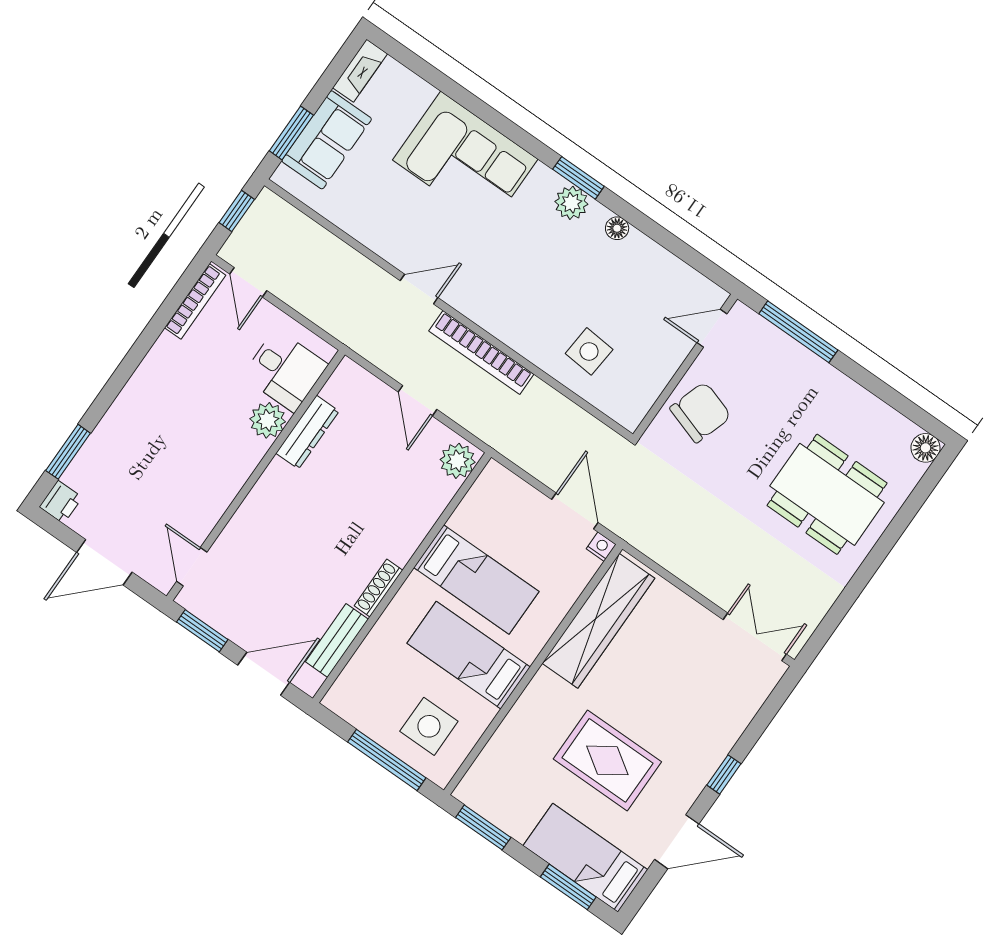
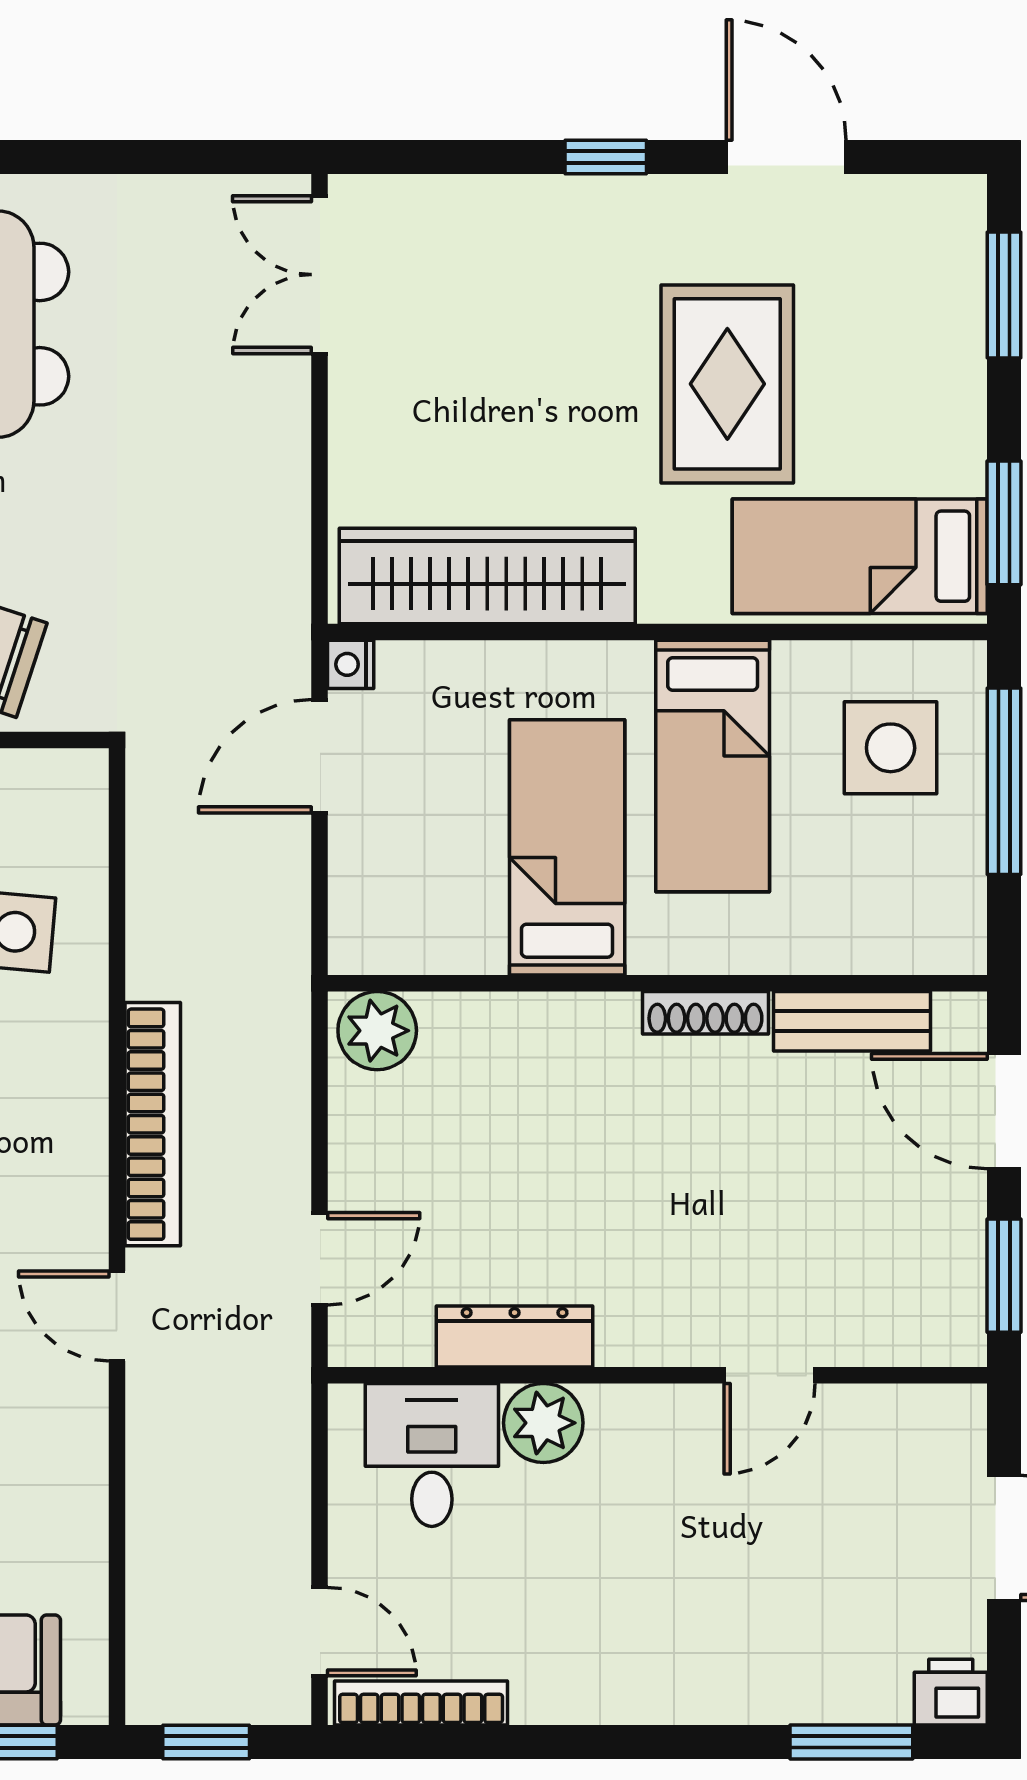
door: (248, 282) -> (320, 1632), hinge flipped
door: (417, 401) -> (320, 1259), moved
door: (192, 567) -> (769, 1375), moved
bed: (585, 858) -> (860, 556), moved, turned 90

